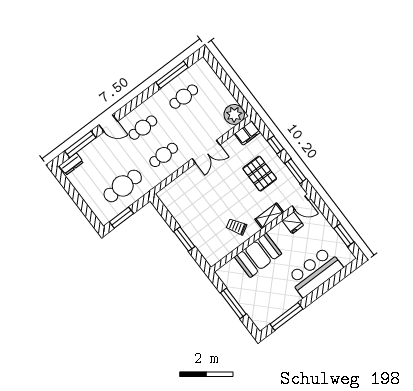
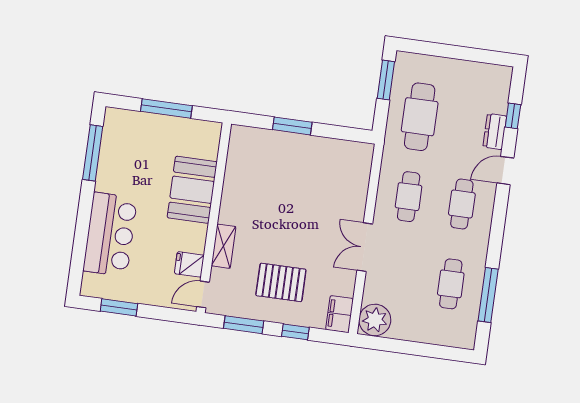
window: (80, 144) -> (513, 116), width x0.46
dresser: (71, 164) -> (495, 132), moved
trolley: (236, 227) -> (248, 198), removed

